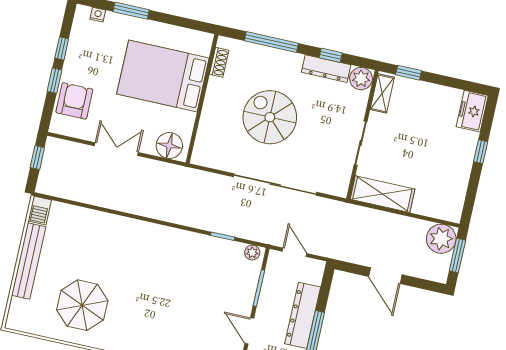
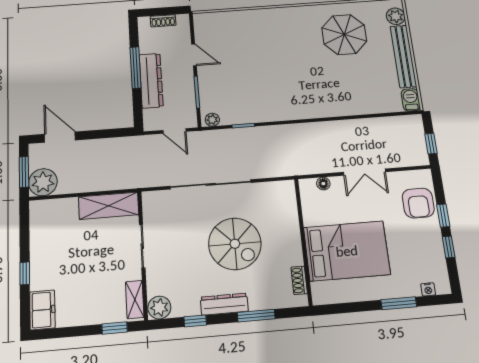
window: (271, 42) -> (256, 316), width x0.69
dresser: (326, 69) -> (224, 304), moved
floor lamp: (169, 146) -> (323, 184), width x0.53, depth x0.53
door: (385, 276) -> (60, 137), moved
plant: (19, 309) -> (396, 16), added

